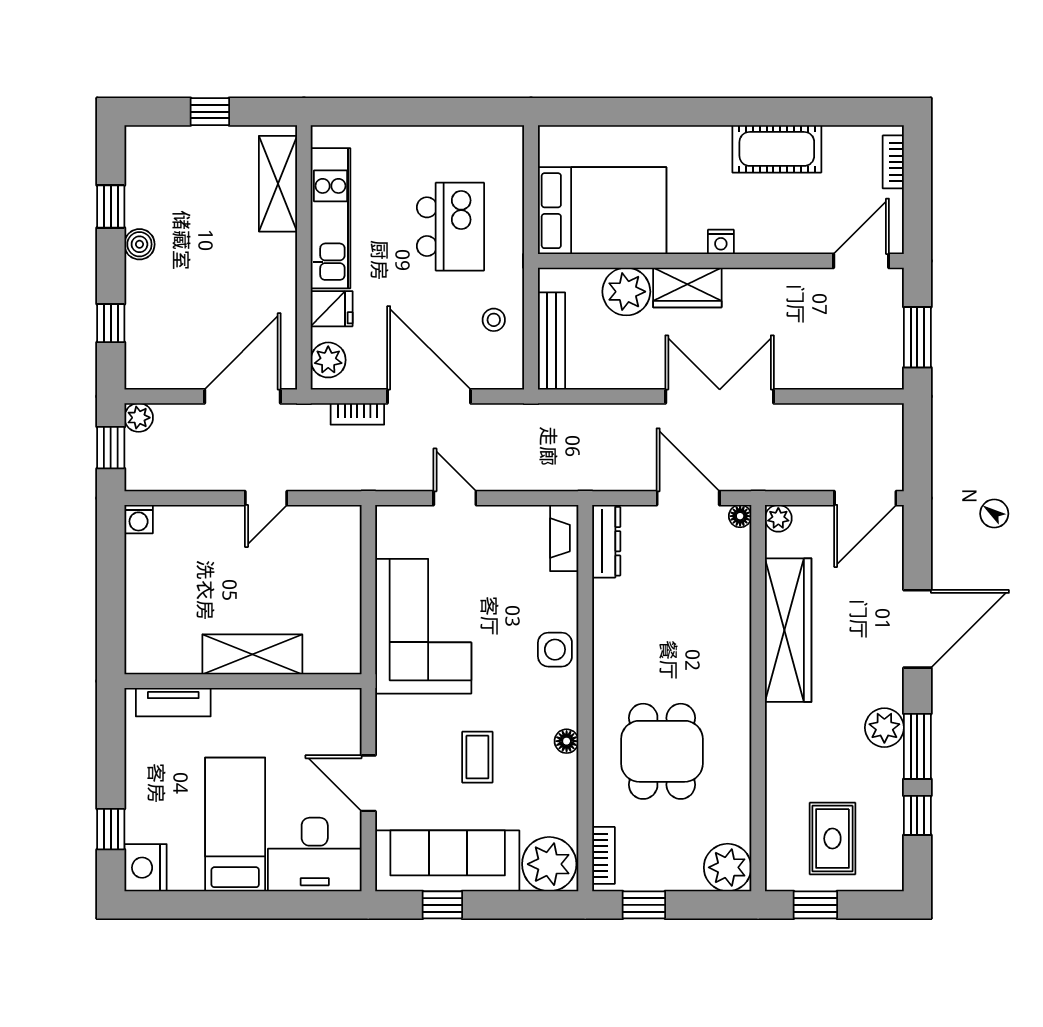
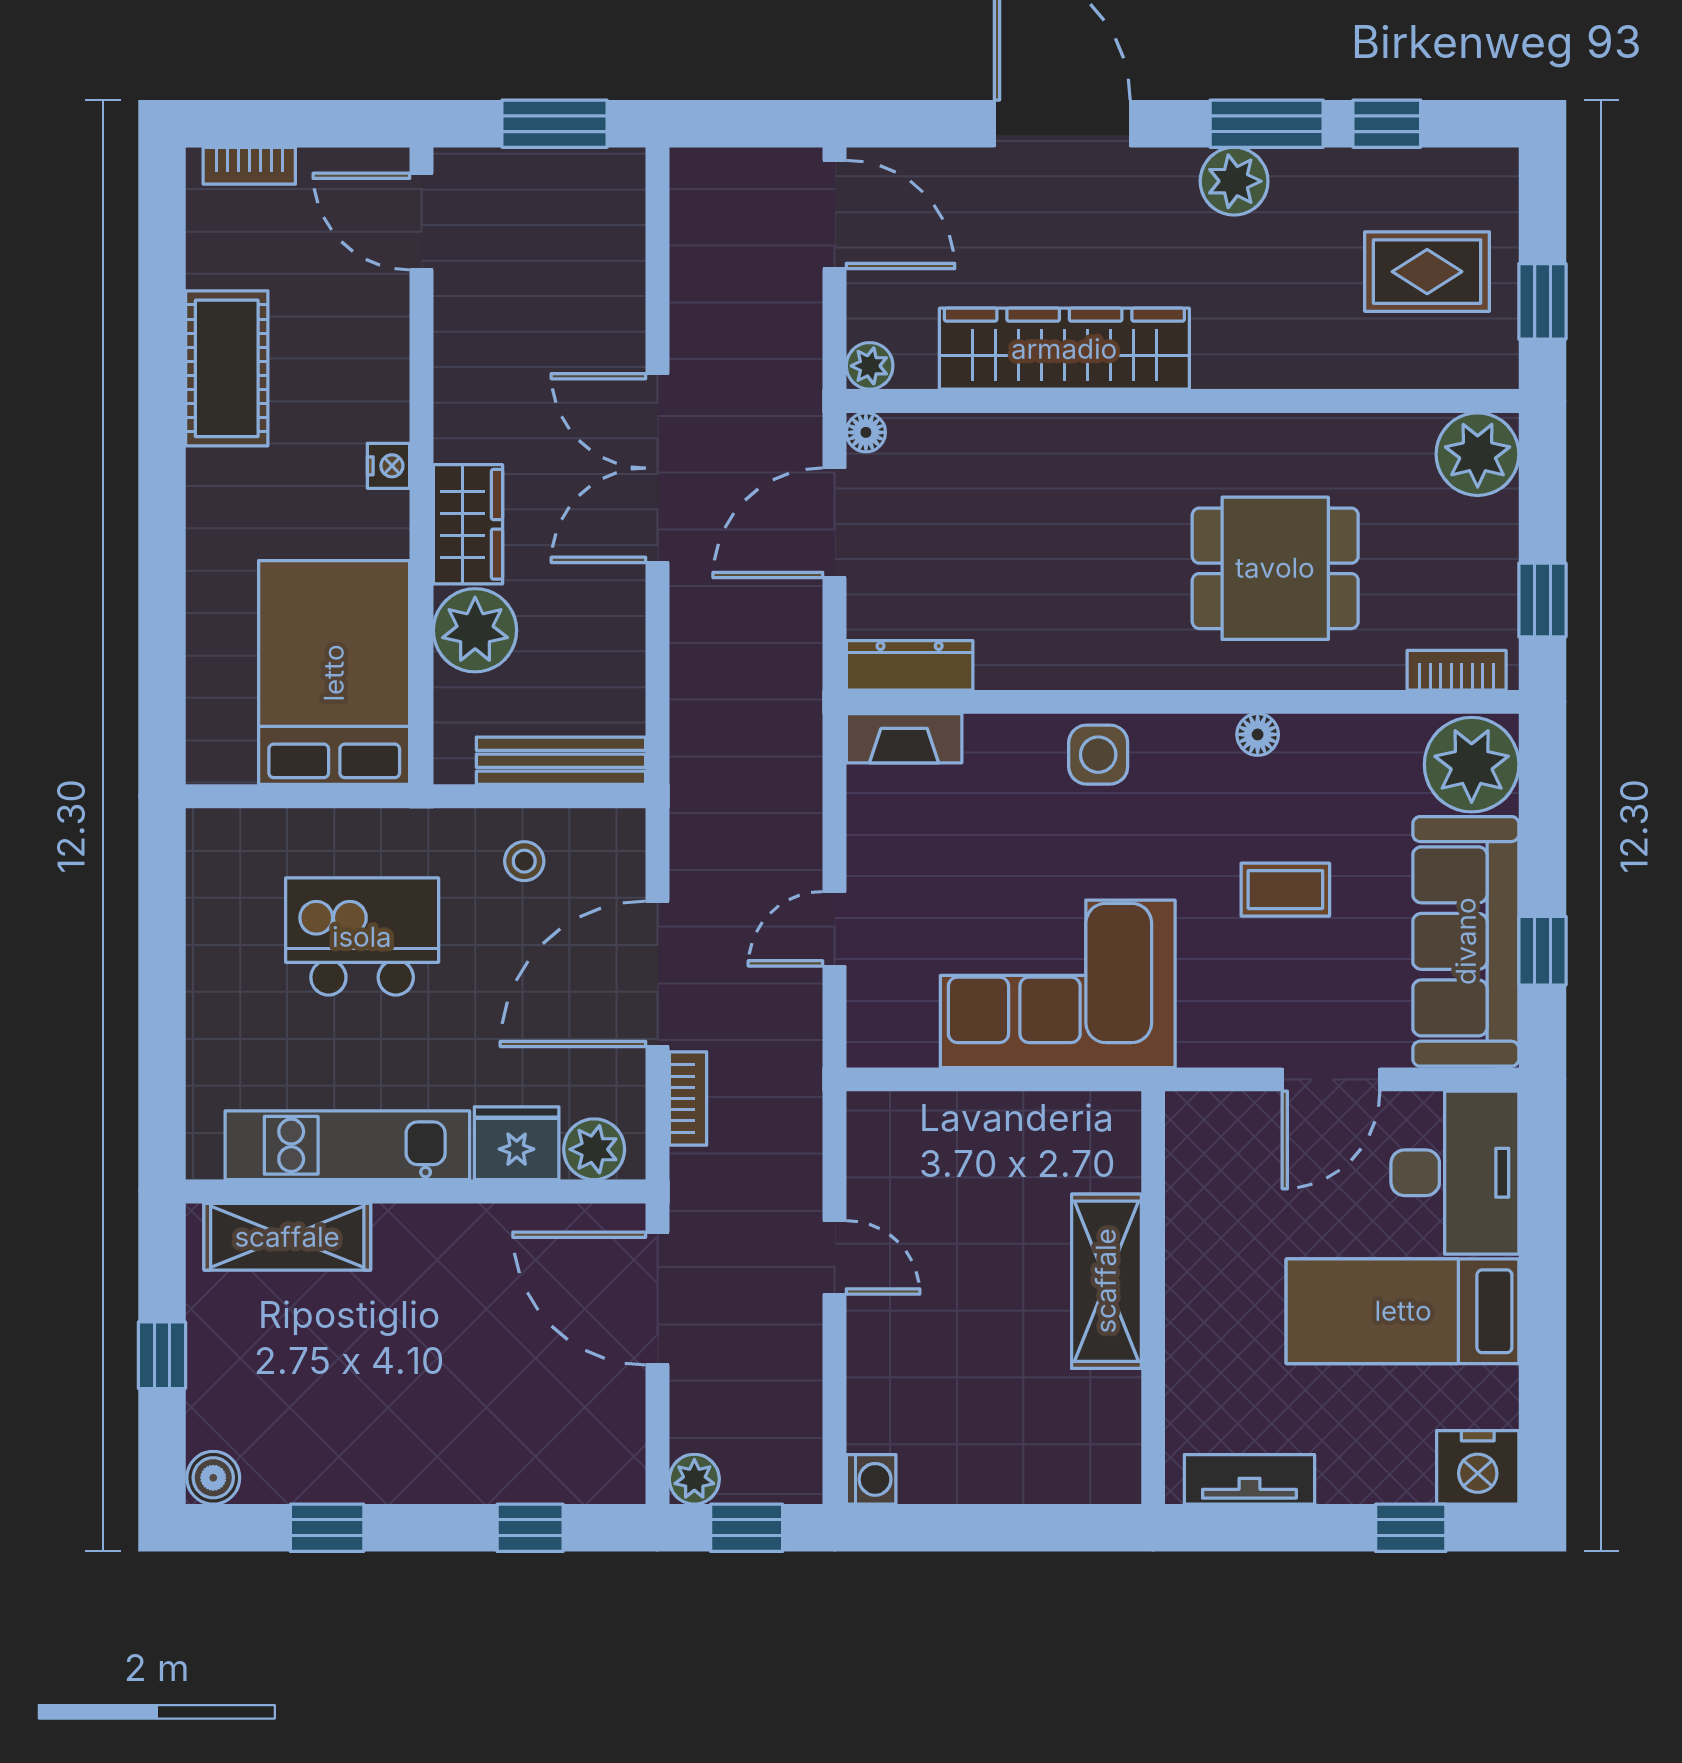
boiler: (139, 244) -> (213, 1478), moved
fridge: (332, 309) -> (517, 1143), width x1.38
tv unit: (173, 702) -> (1249, 1479), moved, turned -90

